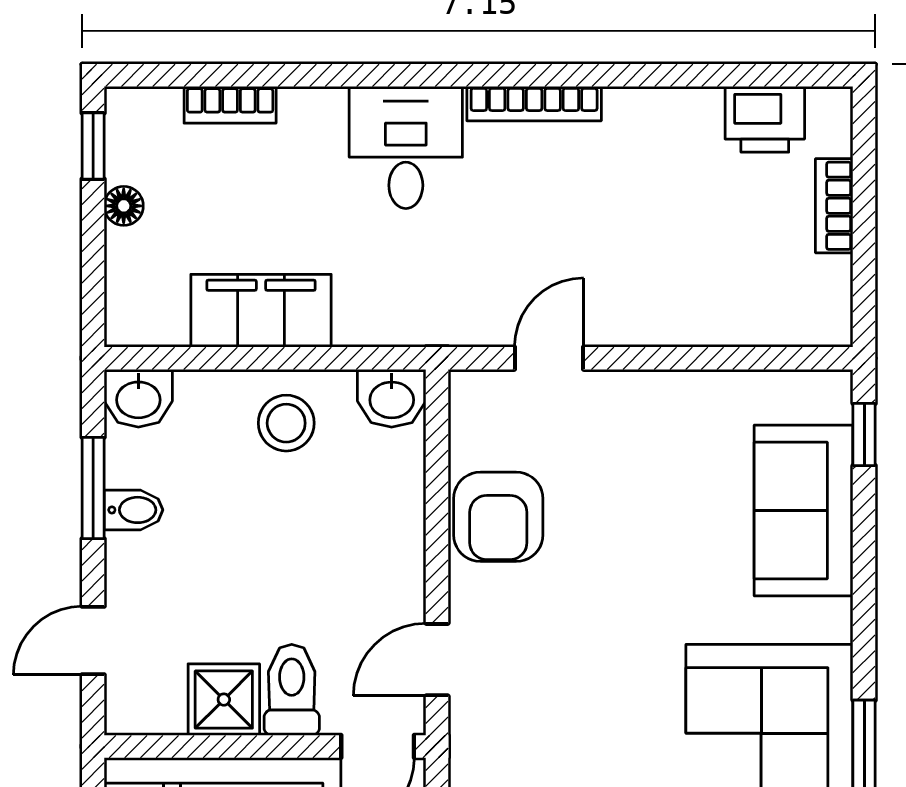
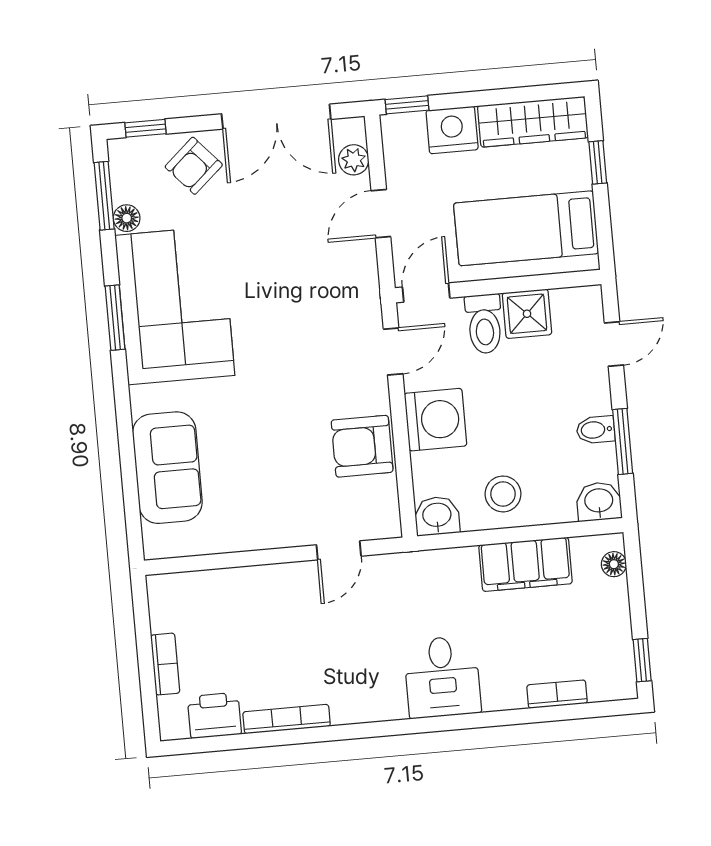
bookcase: (534, 104) -> (287, 719), moved
floor lamp: (124, 206) -> (614, 564), moved
window: (864, 435) -> (133, 520), removed
armchair: (498, 517) -> (362, 446), turned -90
washing machine: (381, 548) -> (435, 420), added

